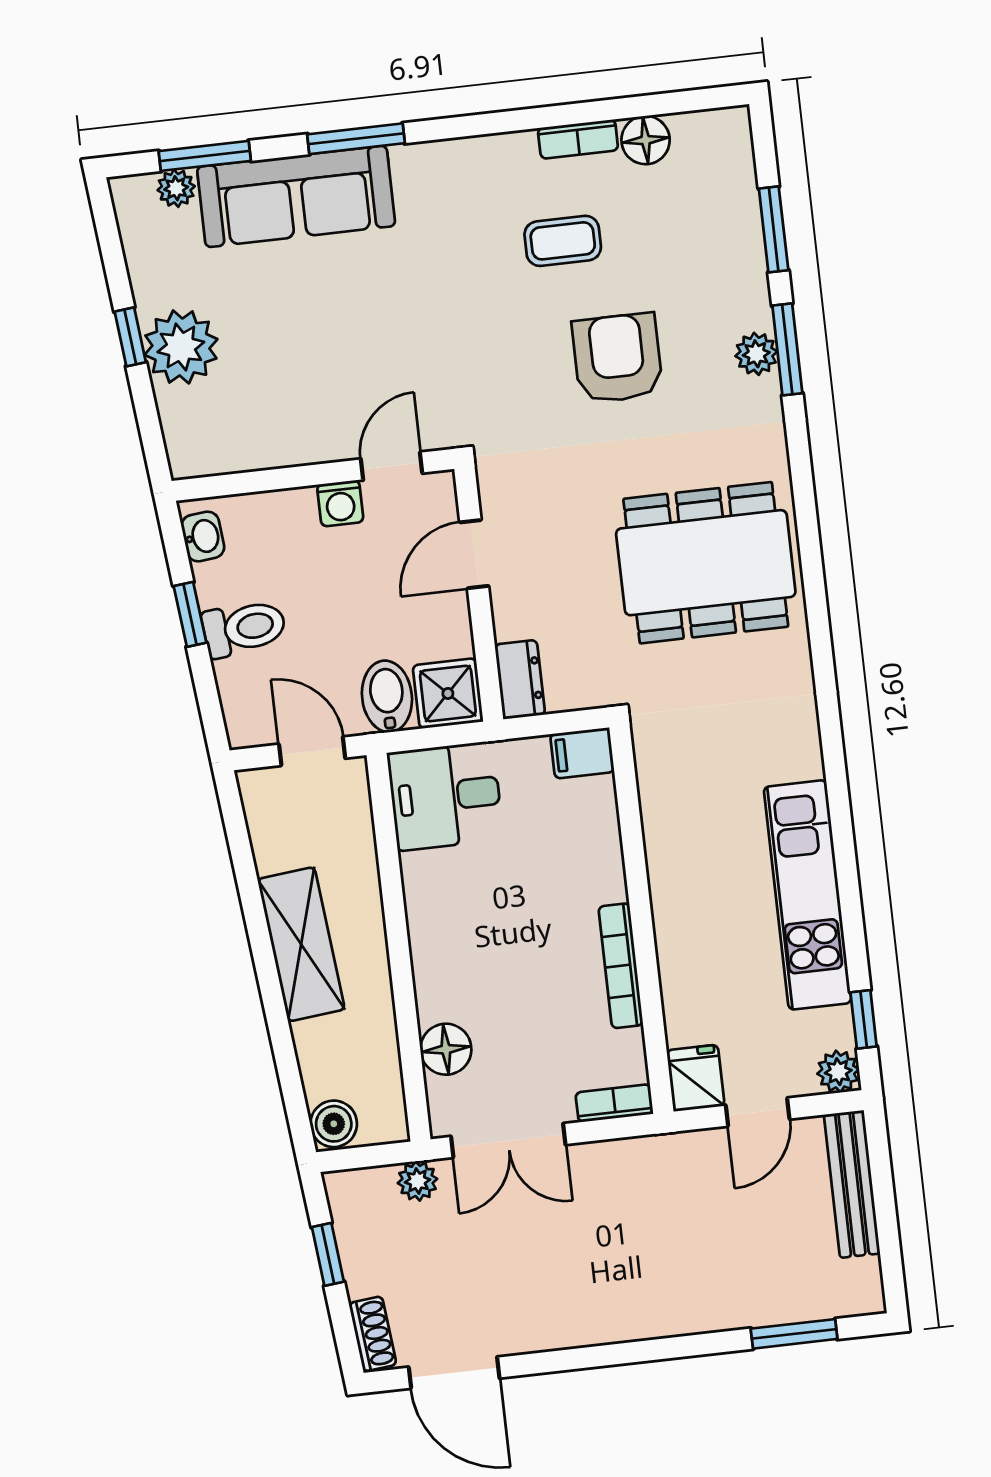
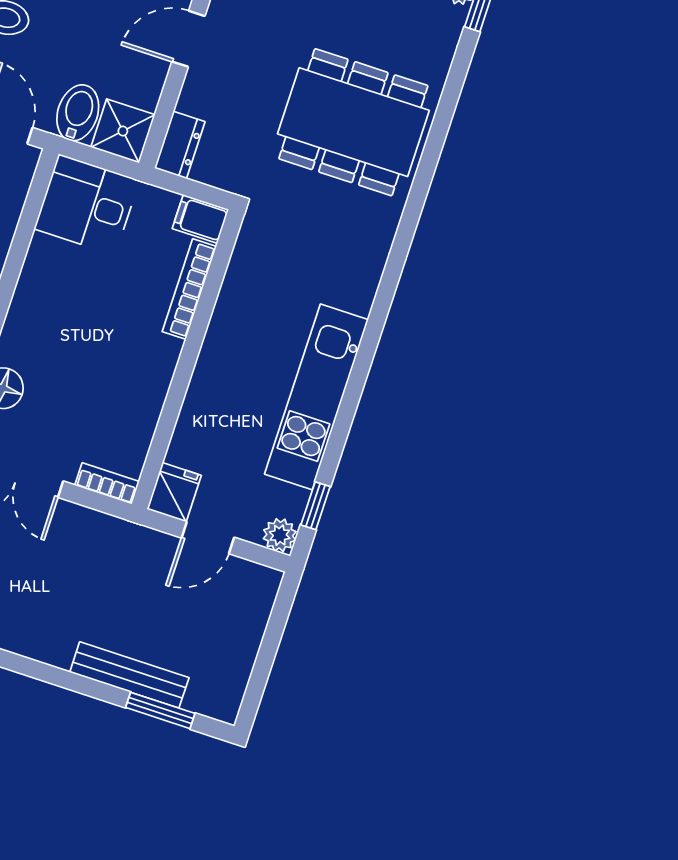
bookcase: (621, 966) -> (189, 289), moved
bench: (852, 1184) -> (129, 675), moved, turned 90

